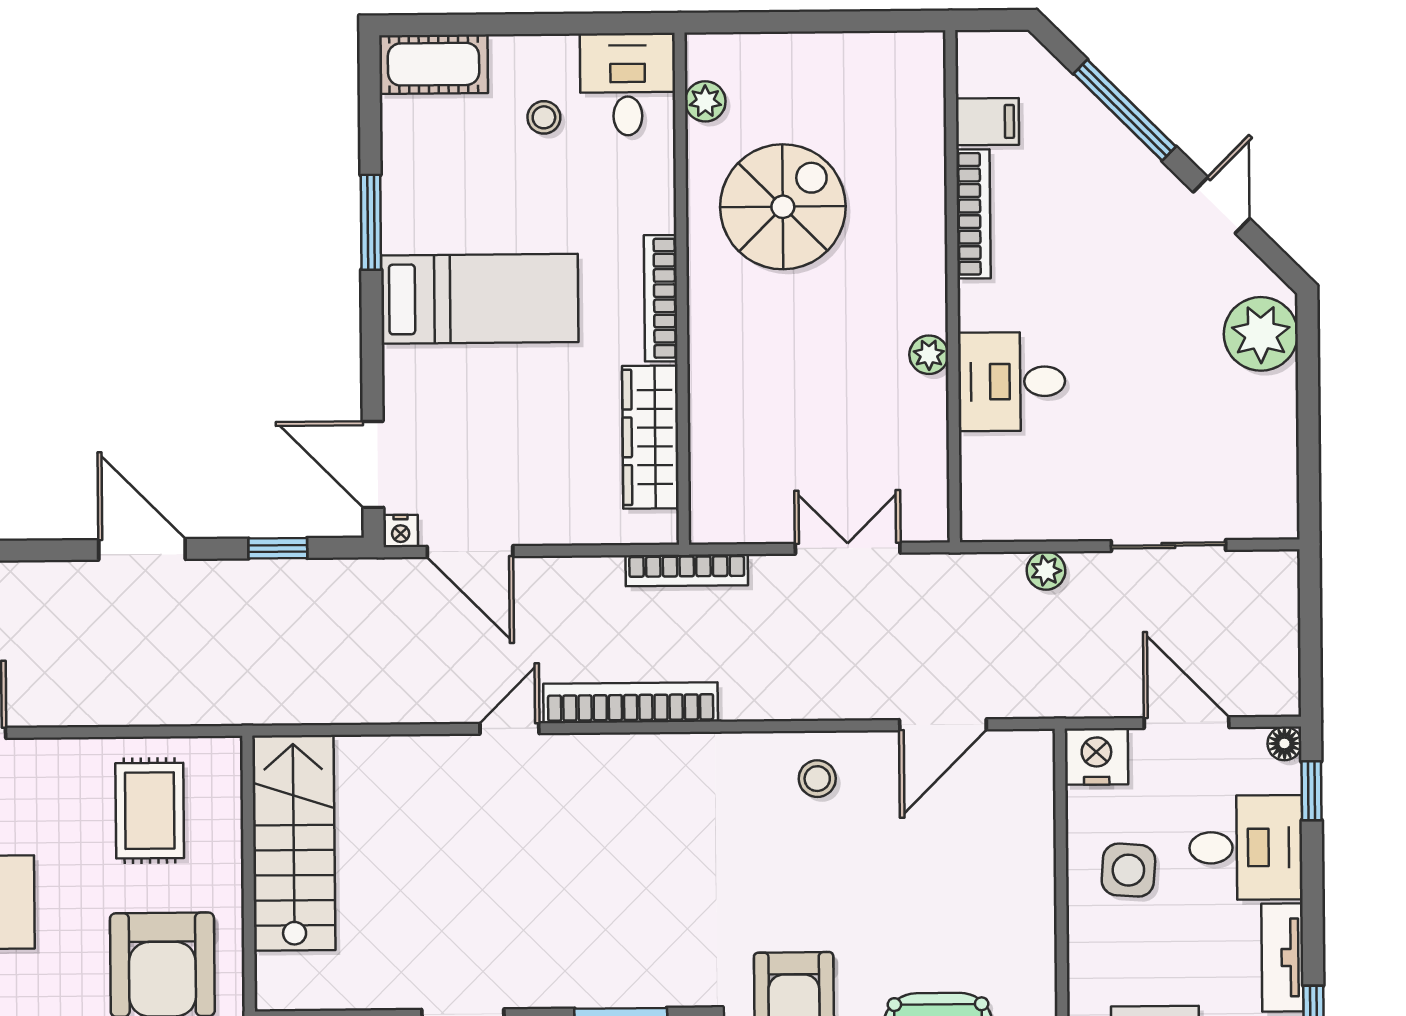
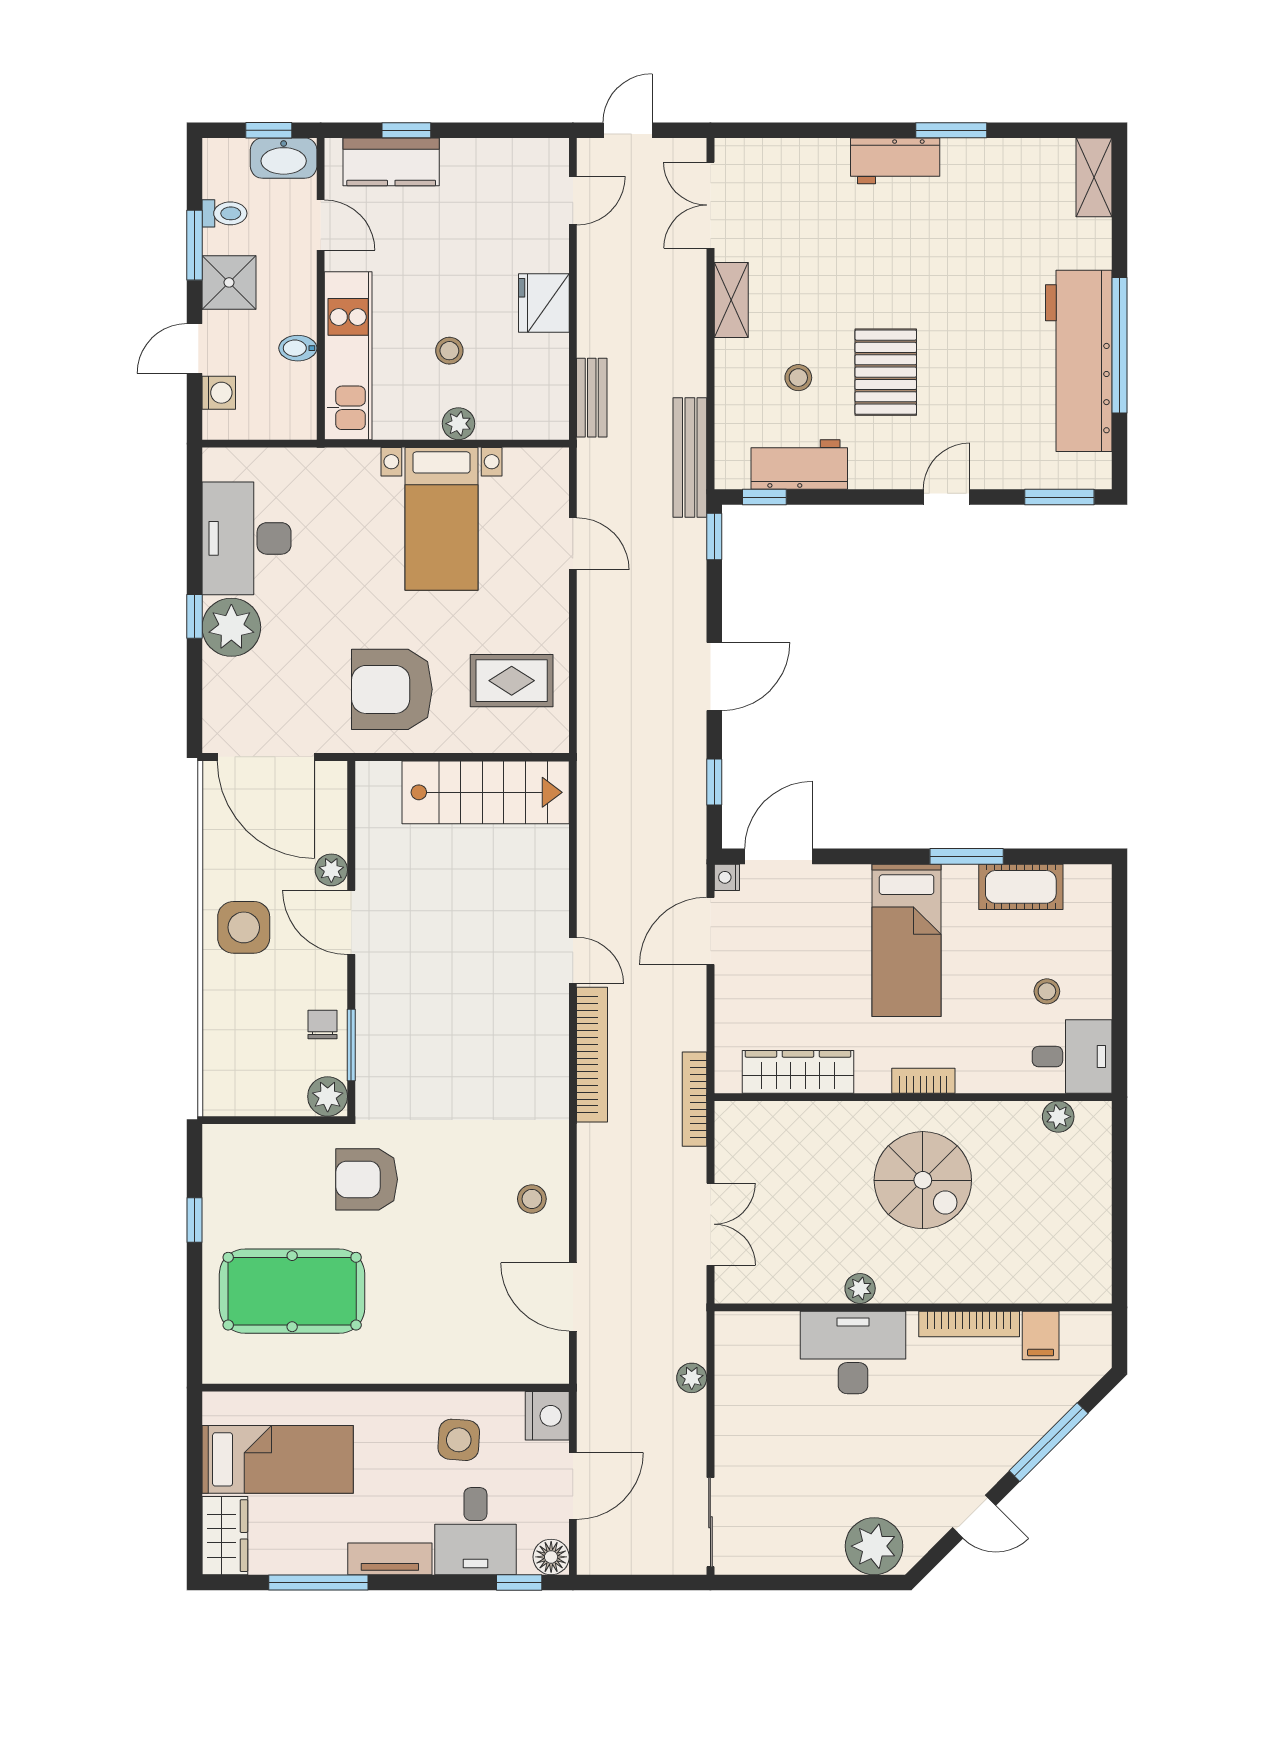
cot: (433, 64) -> (1021, 887), moved, turned 90
spiral stairs: (783, 207) -> (923, 1180), moved
bookcase: (661, 298) -> (923, 1081), width x0.64
desk: (1012, 382) -> (853, 1352), width x1.37
sliding door: (1168, 545) -> (710, 1522), moved
floor lamp: (1284, 743) -> (551, 1557), width x1.37, depth x1.37

